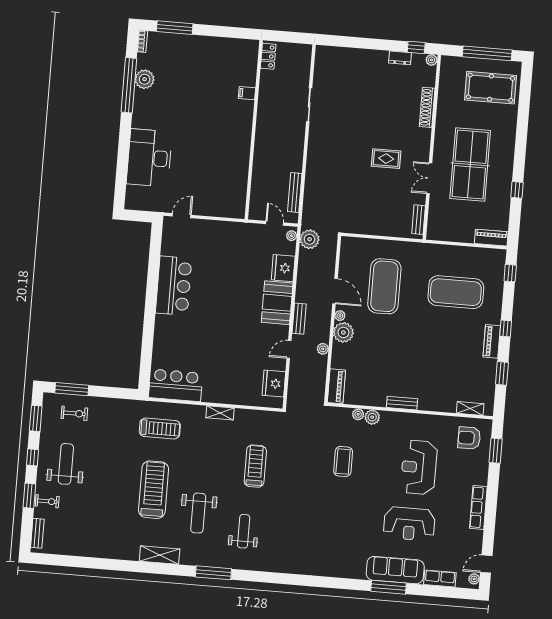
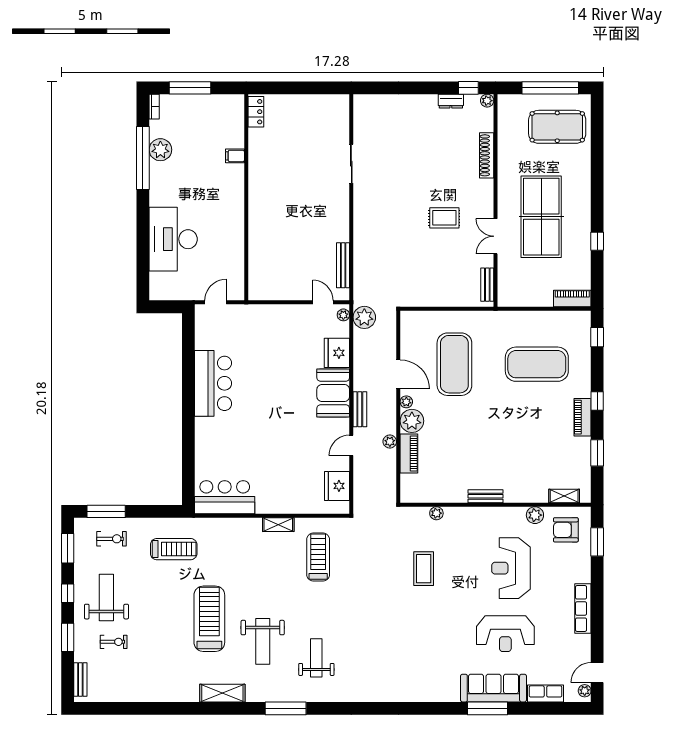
locker: (268, 56) -> (256, 112), moved
filing cabinet: (247, 93) -> (235, 156), moved
wall: (254, 130) -> (246, 197), moved
piano: (336, 386) -> (409, 453), moved
plant: (372, 417) -> (535, 515), moved
treadmill: (160, 428) -> (174, 549), moved
treadmill: (255, 466) -> (318, 557), moved
exercise bike: (47, 501) -> (114, 642), moved

